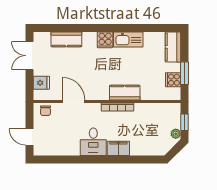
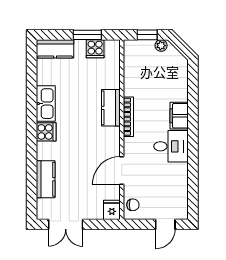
fridge: (41, 83) -> (112, 210), moved

